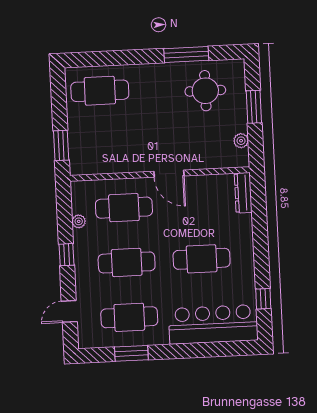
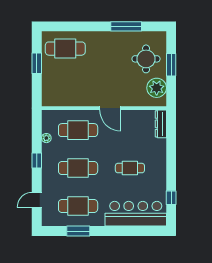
round table: (205, 91) -> (146, 59), moved
plant: (241, 141) -> (157, 88), width x1.88, depth x1.88
window: (61, 145) -> (37, 63), moved
cafe table: (202, 259) -> (130, 168), width x0.73, depth x0.74

